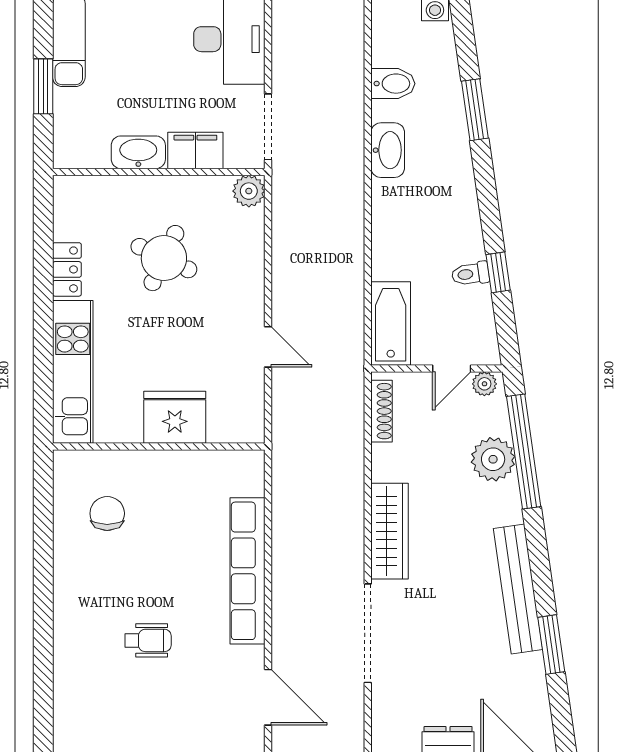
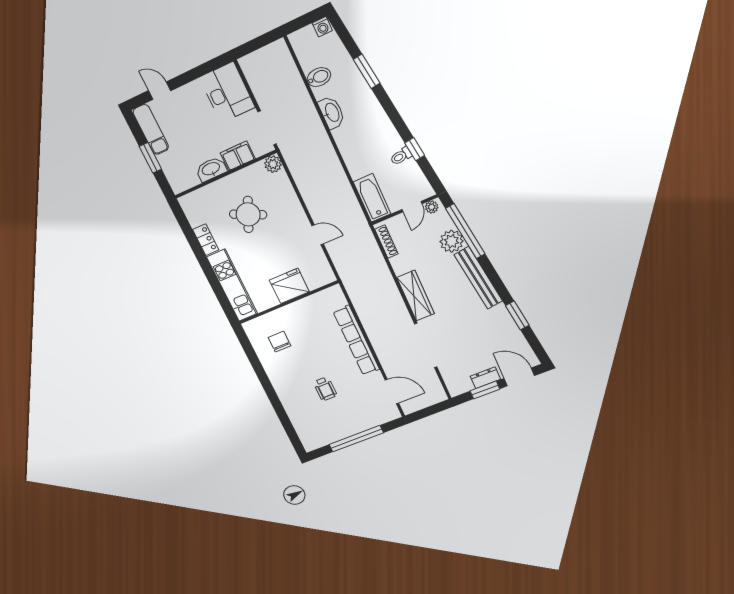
bench: (518, 589) -> (478, 278), moved
wheelchair: (148, 640) -> (325, 389), turned 90

